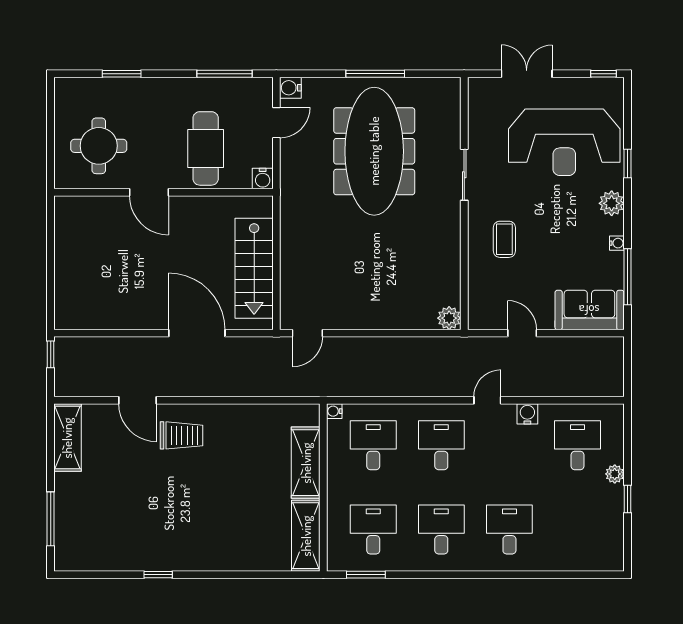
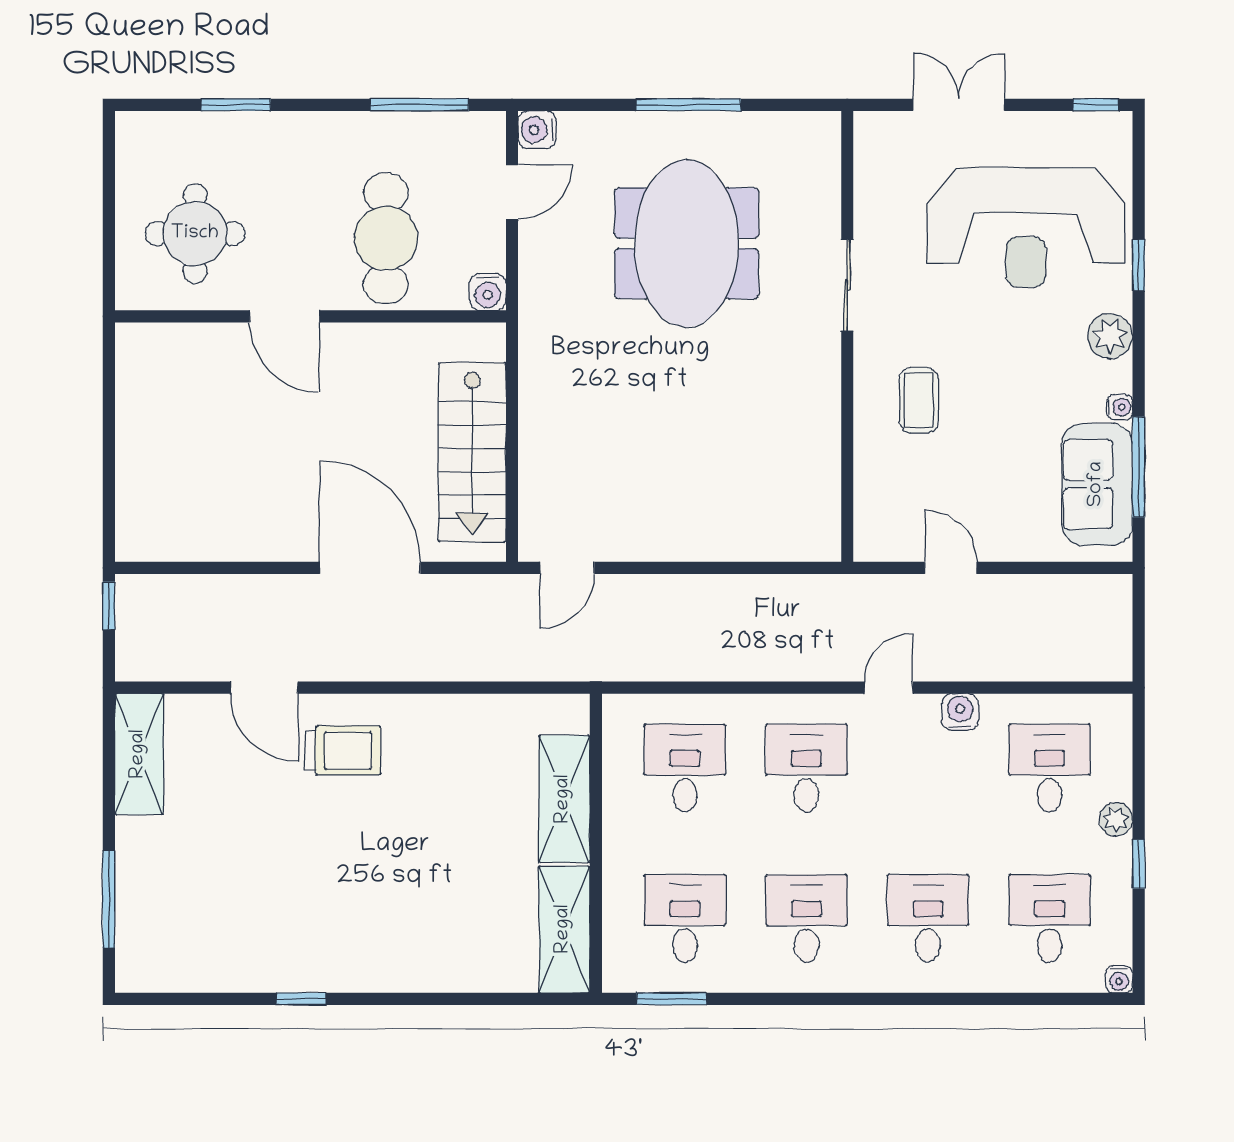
meeting table: (374, 151) -> (687, 243), width x0.73
sofa: (589, 310) -> (1097, 484), moved, turned -90
plant: (449, 318) -> (820, 541), removed
water cooler: (334, 411) -> (1119, 979), moved, turned -90
desk: (578, 530) -> (1049, 918), added

